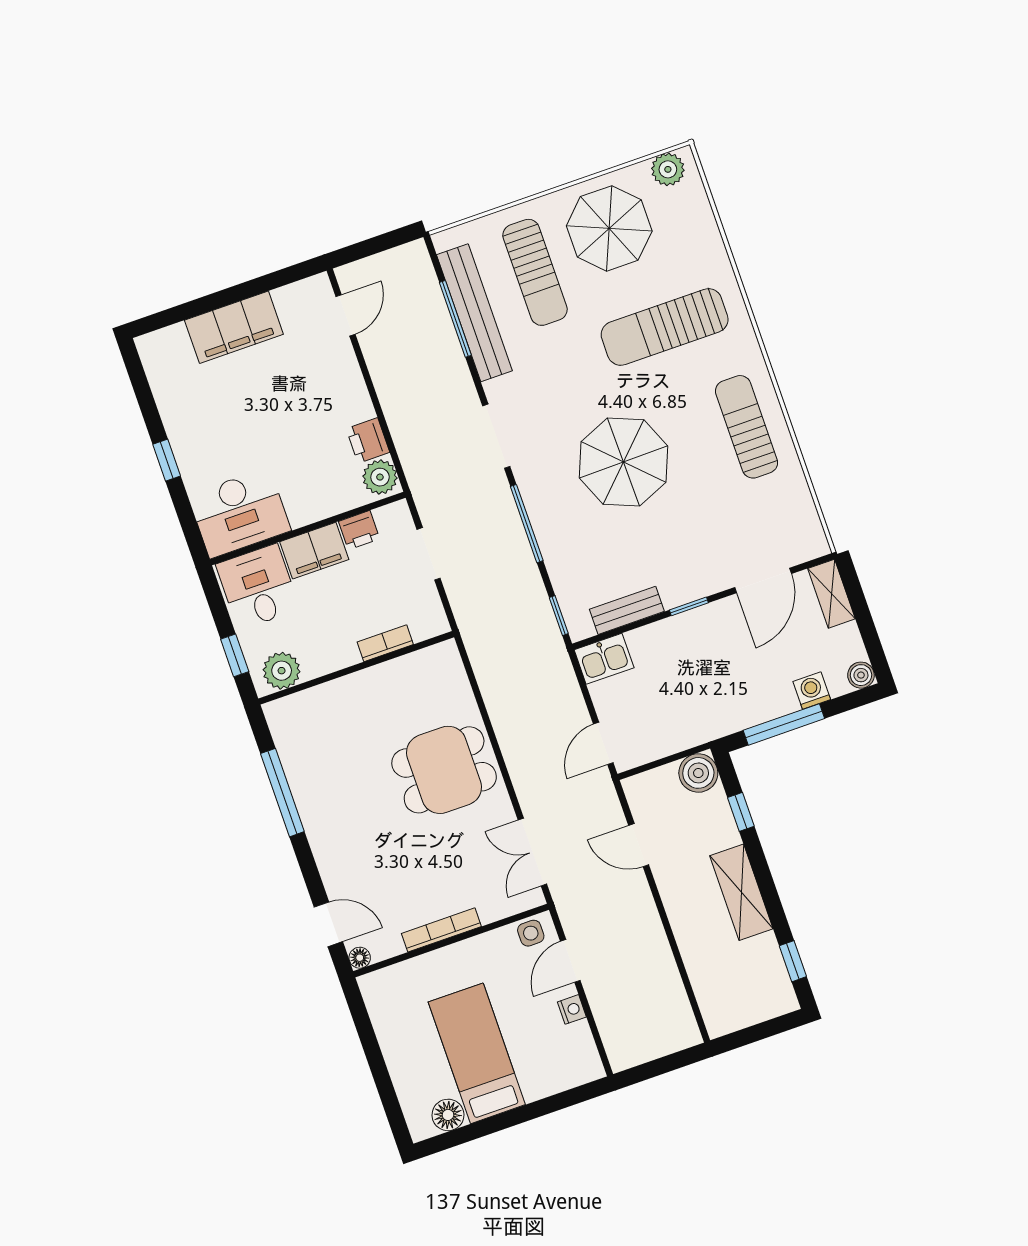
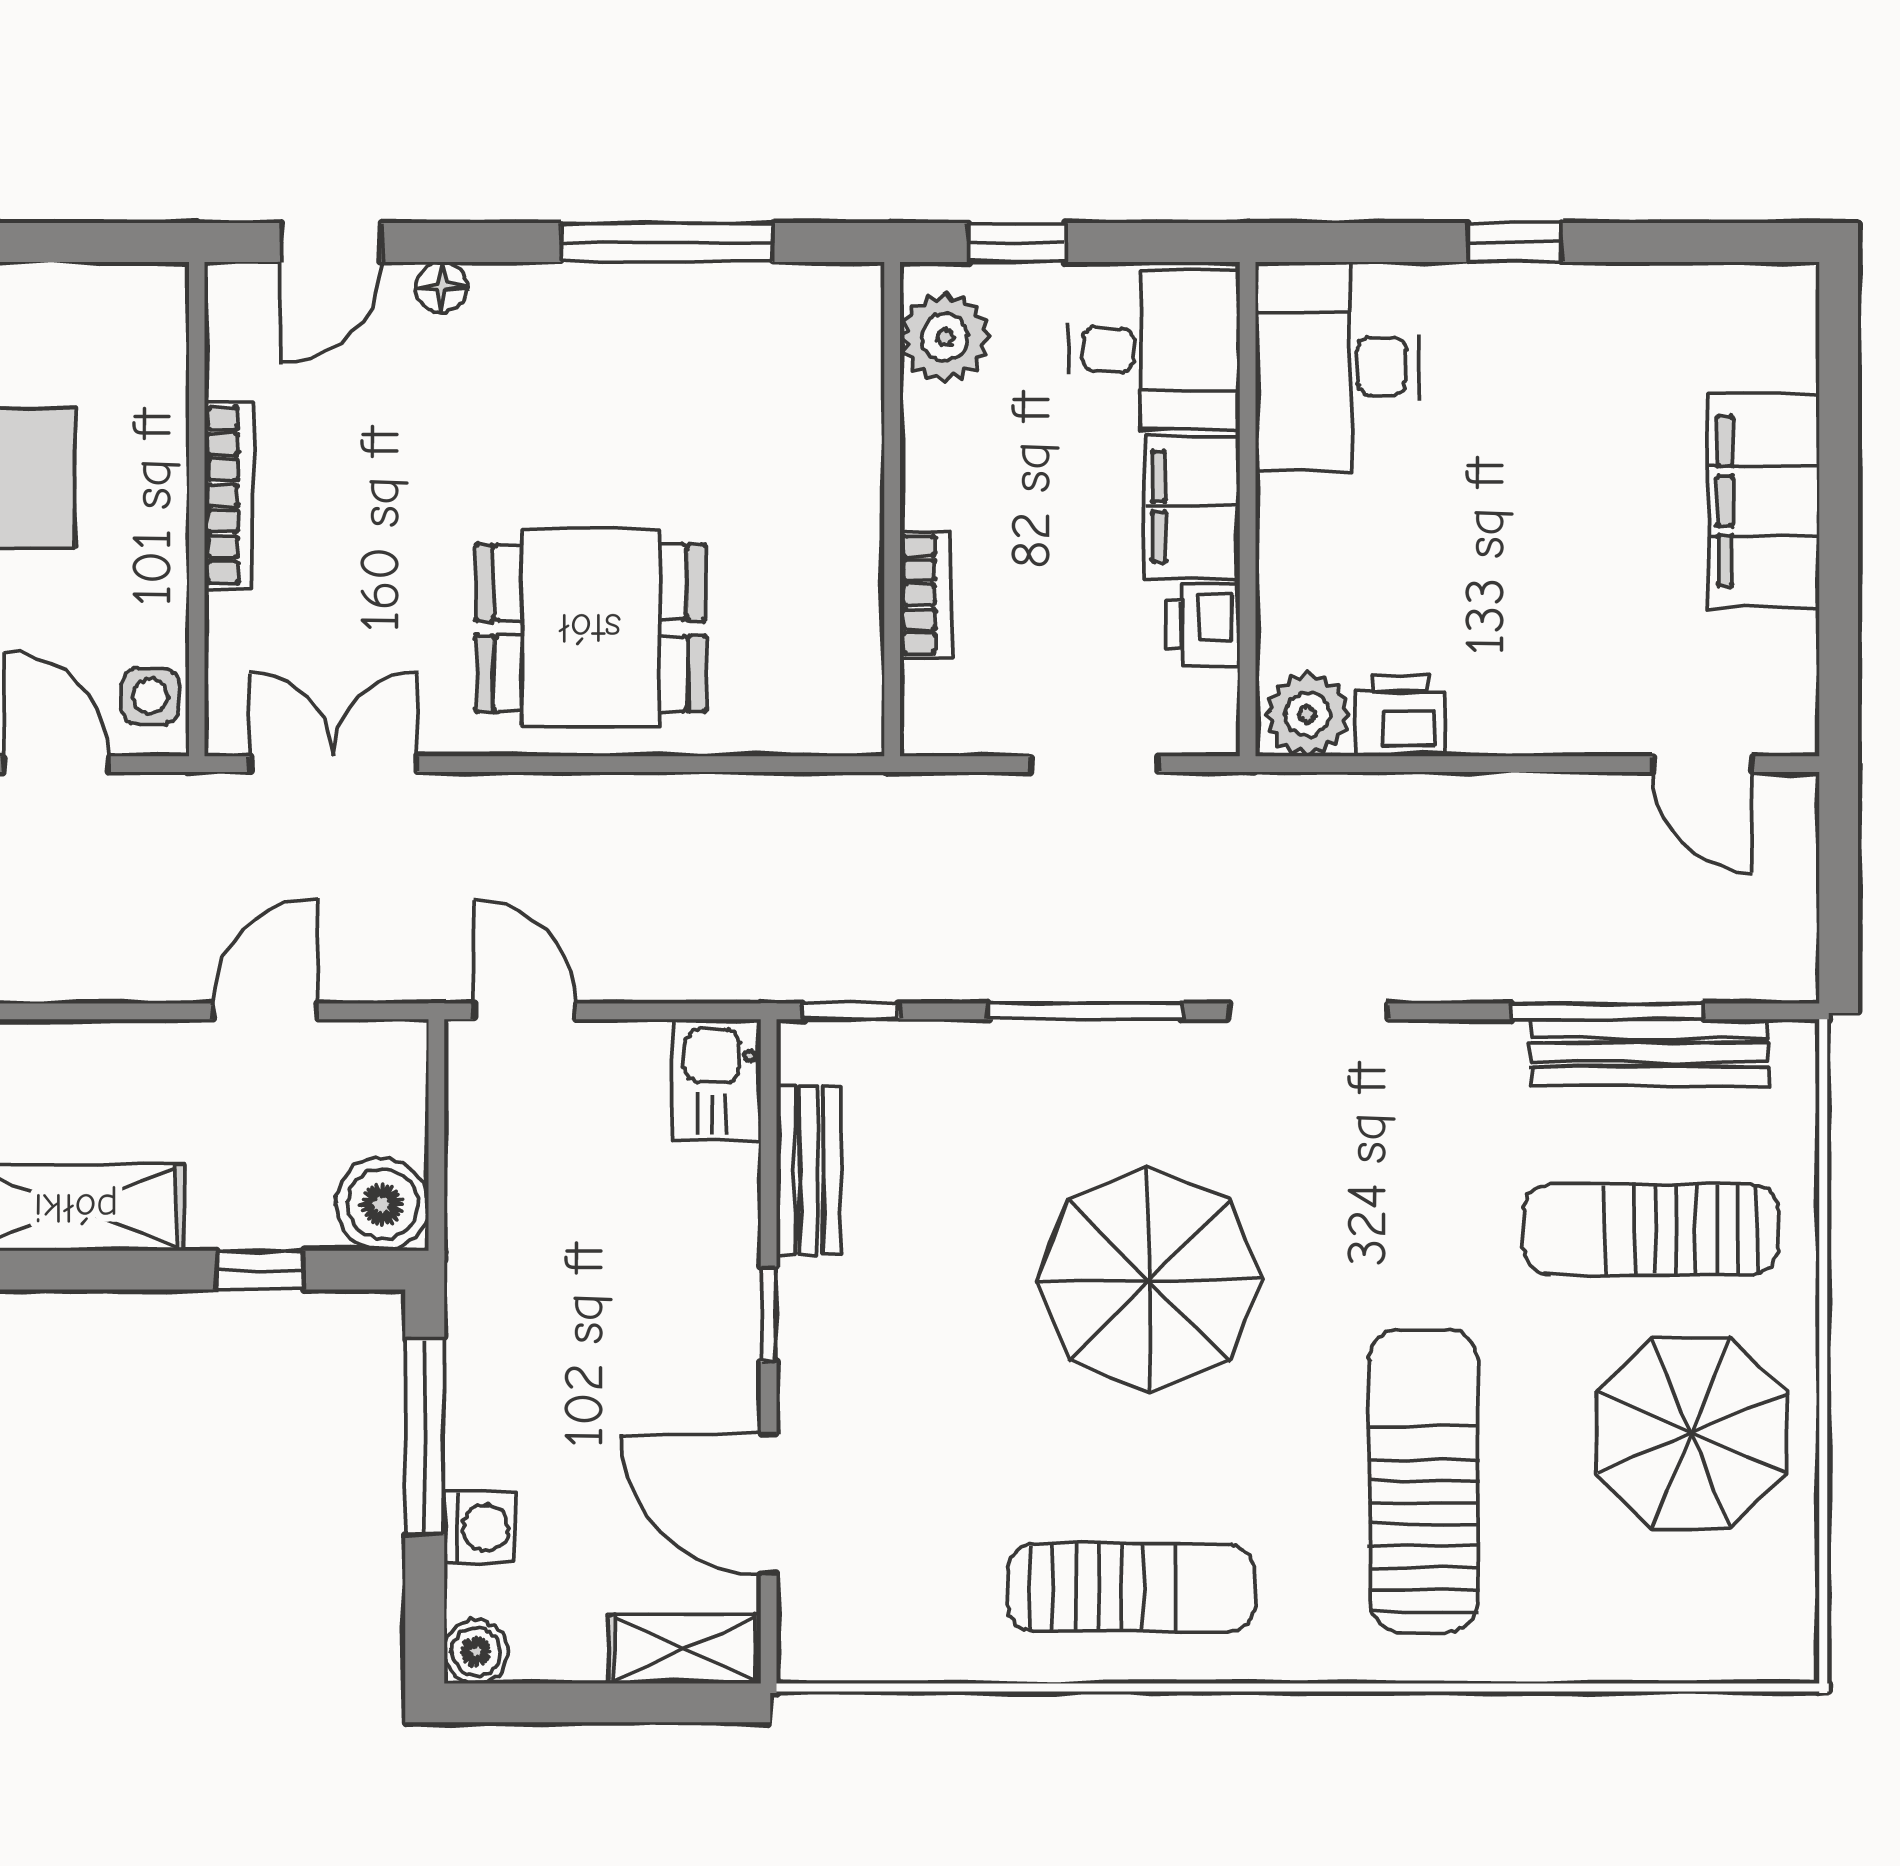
plant: (668, 169) -> (1779, 1613), removed
bench: (474, 313) -> (1650, 1052), width x0.73, depth x0.82
dining table: (444, 770) -> (590, 628), turned 90
floor lamp: (360, 958) -> (442, 287), moved

